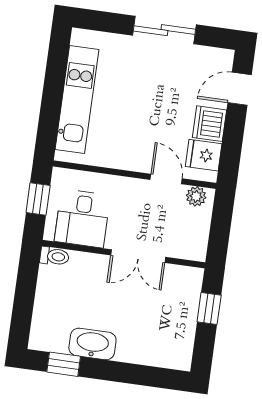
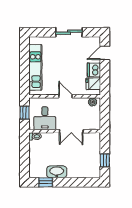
door: (166, 179) -> (66, 96), moved
window: (209, 308) -> (105, 160), moved

